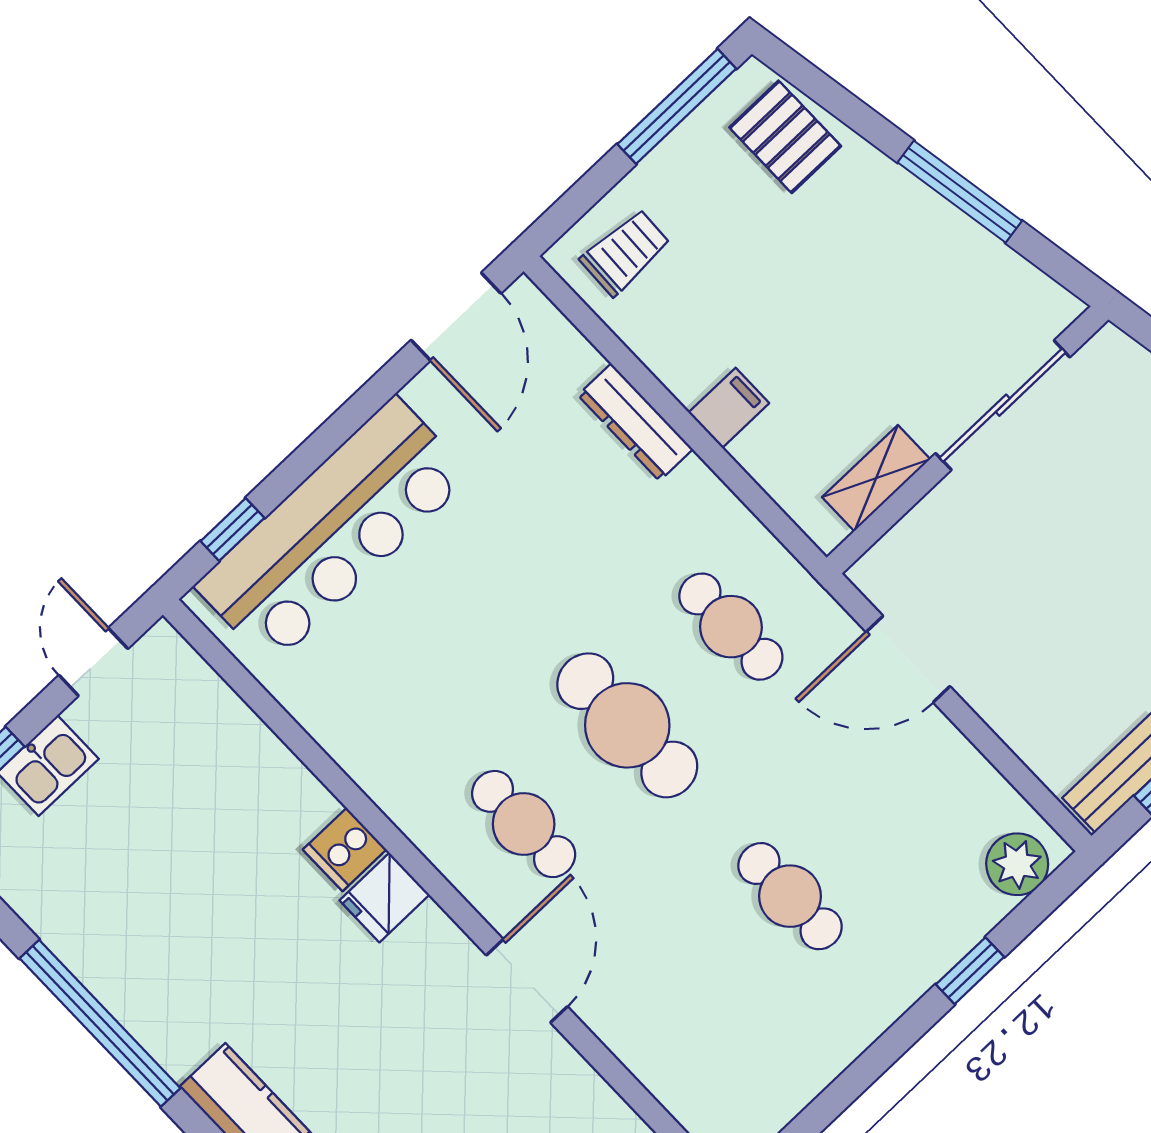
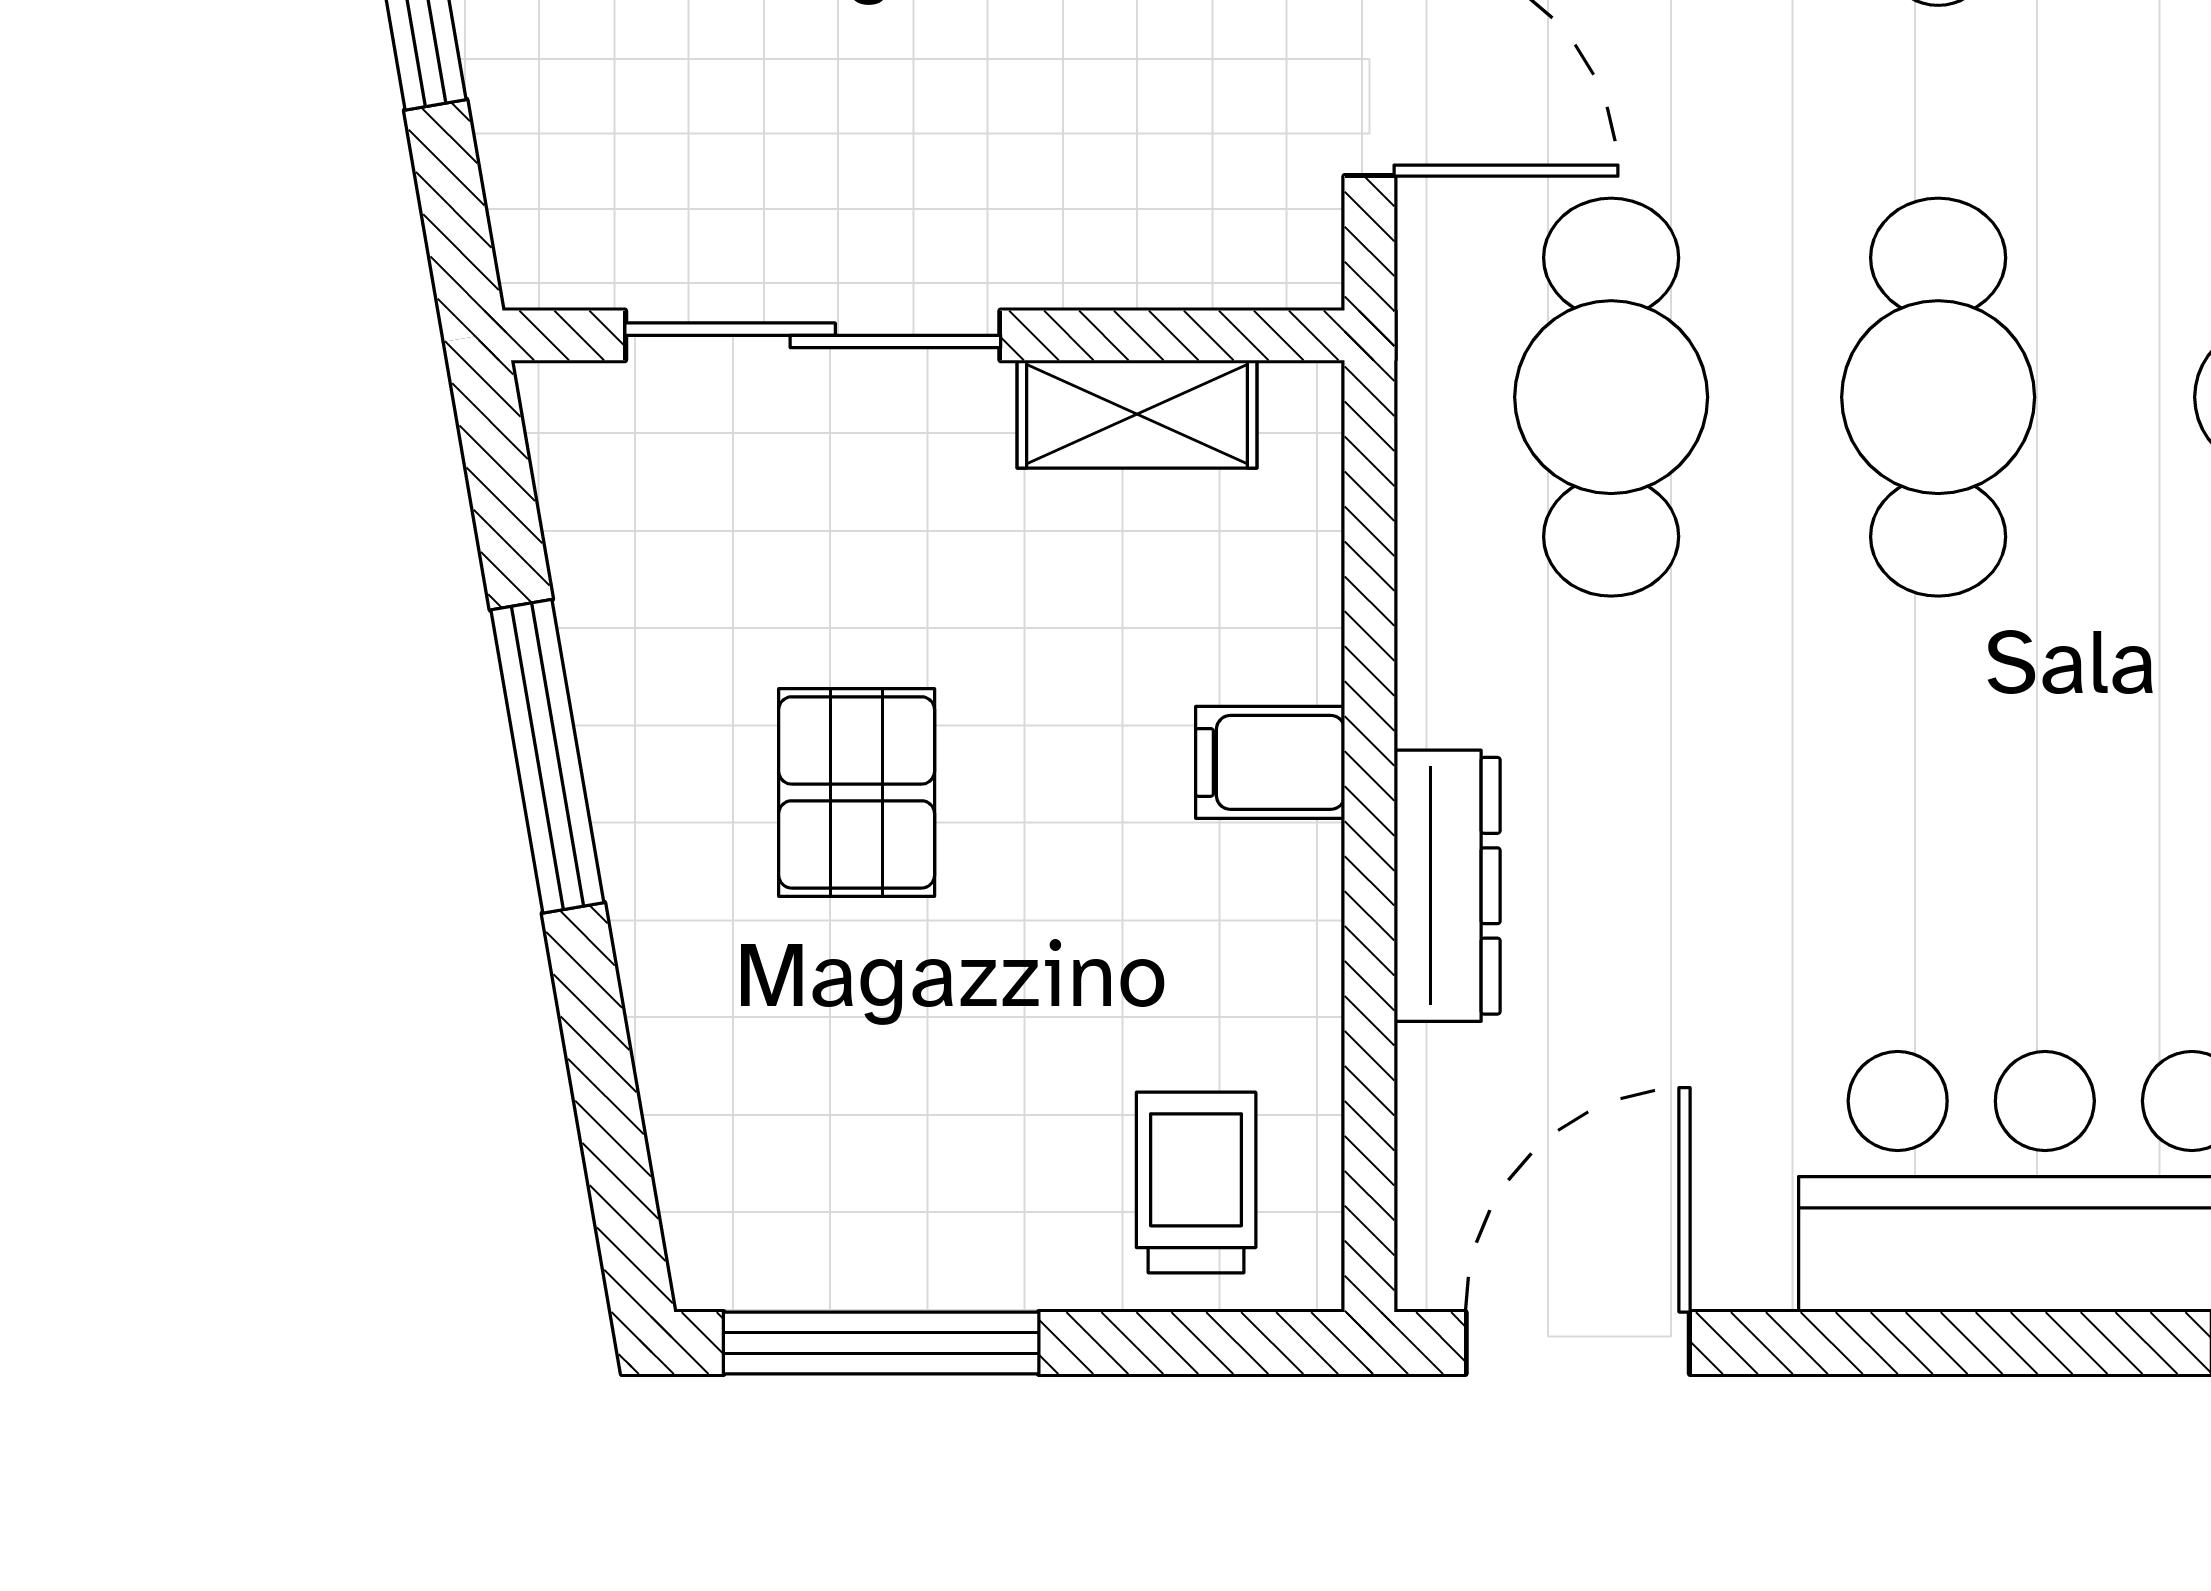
pallet: (785, 137) -> (857, 792), moved
trolley: (625, 252) -> (1196, 1182), turned 88
cafe table: (731, 627) -> (1611, 397), width x1.37, depth x1.35

